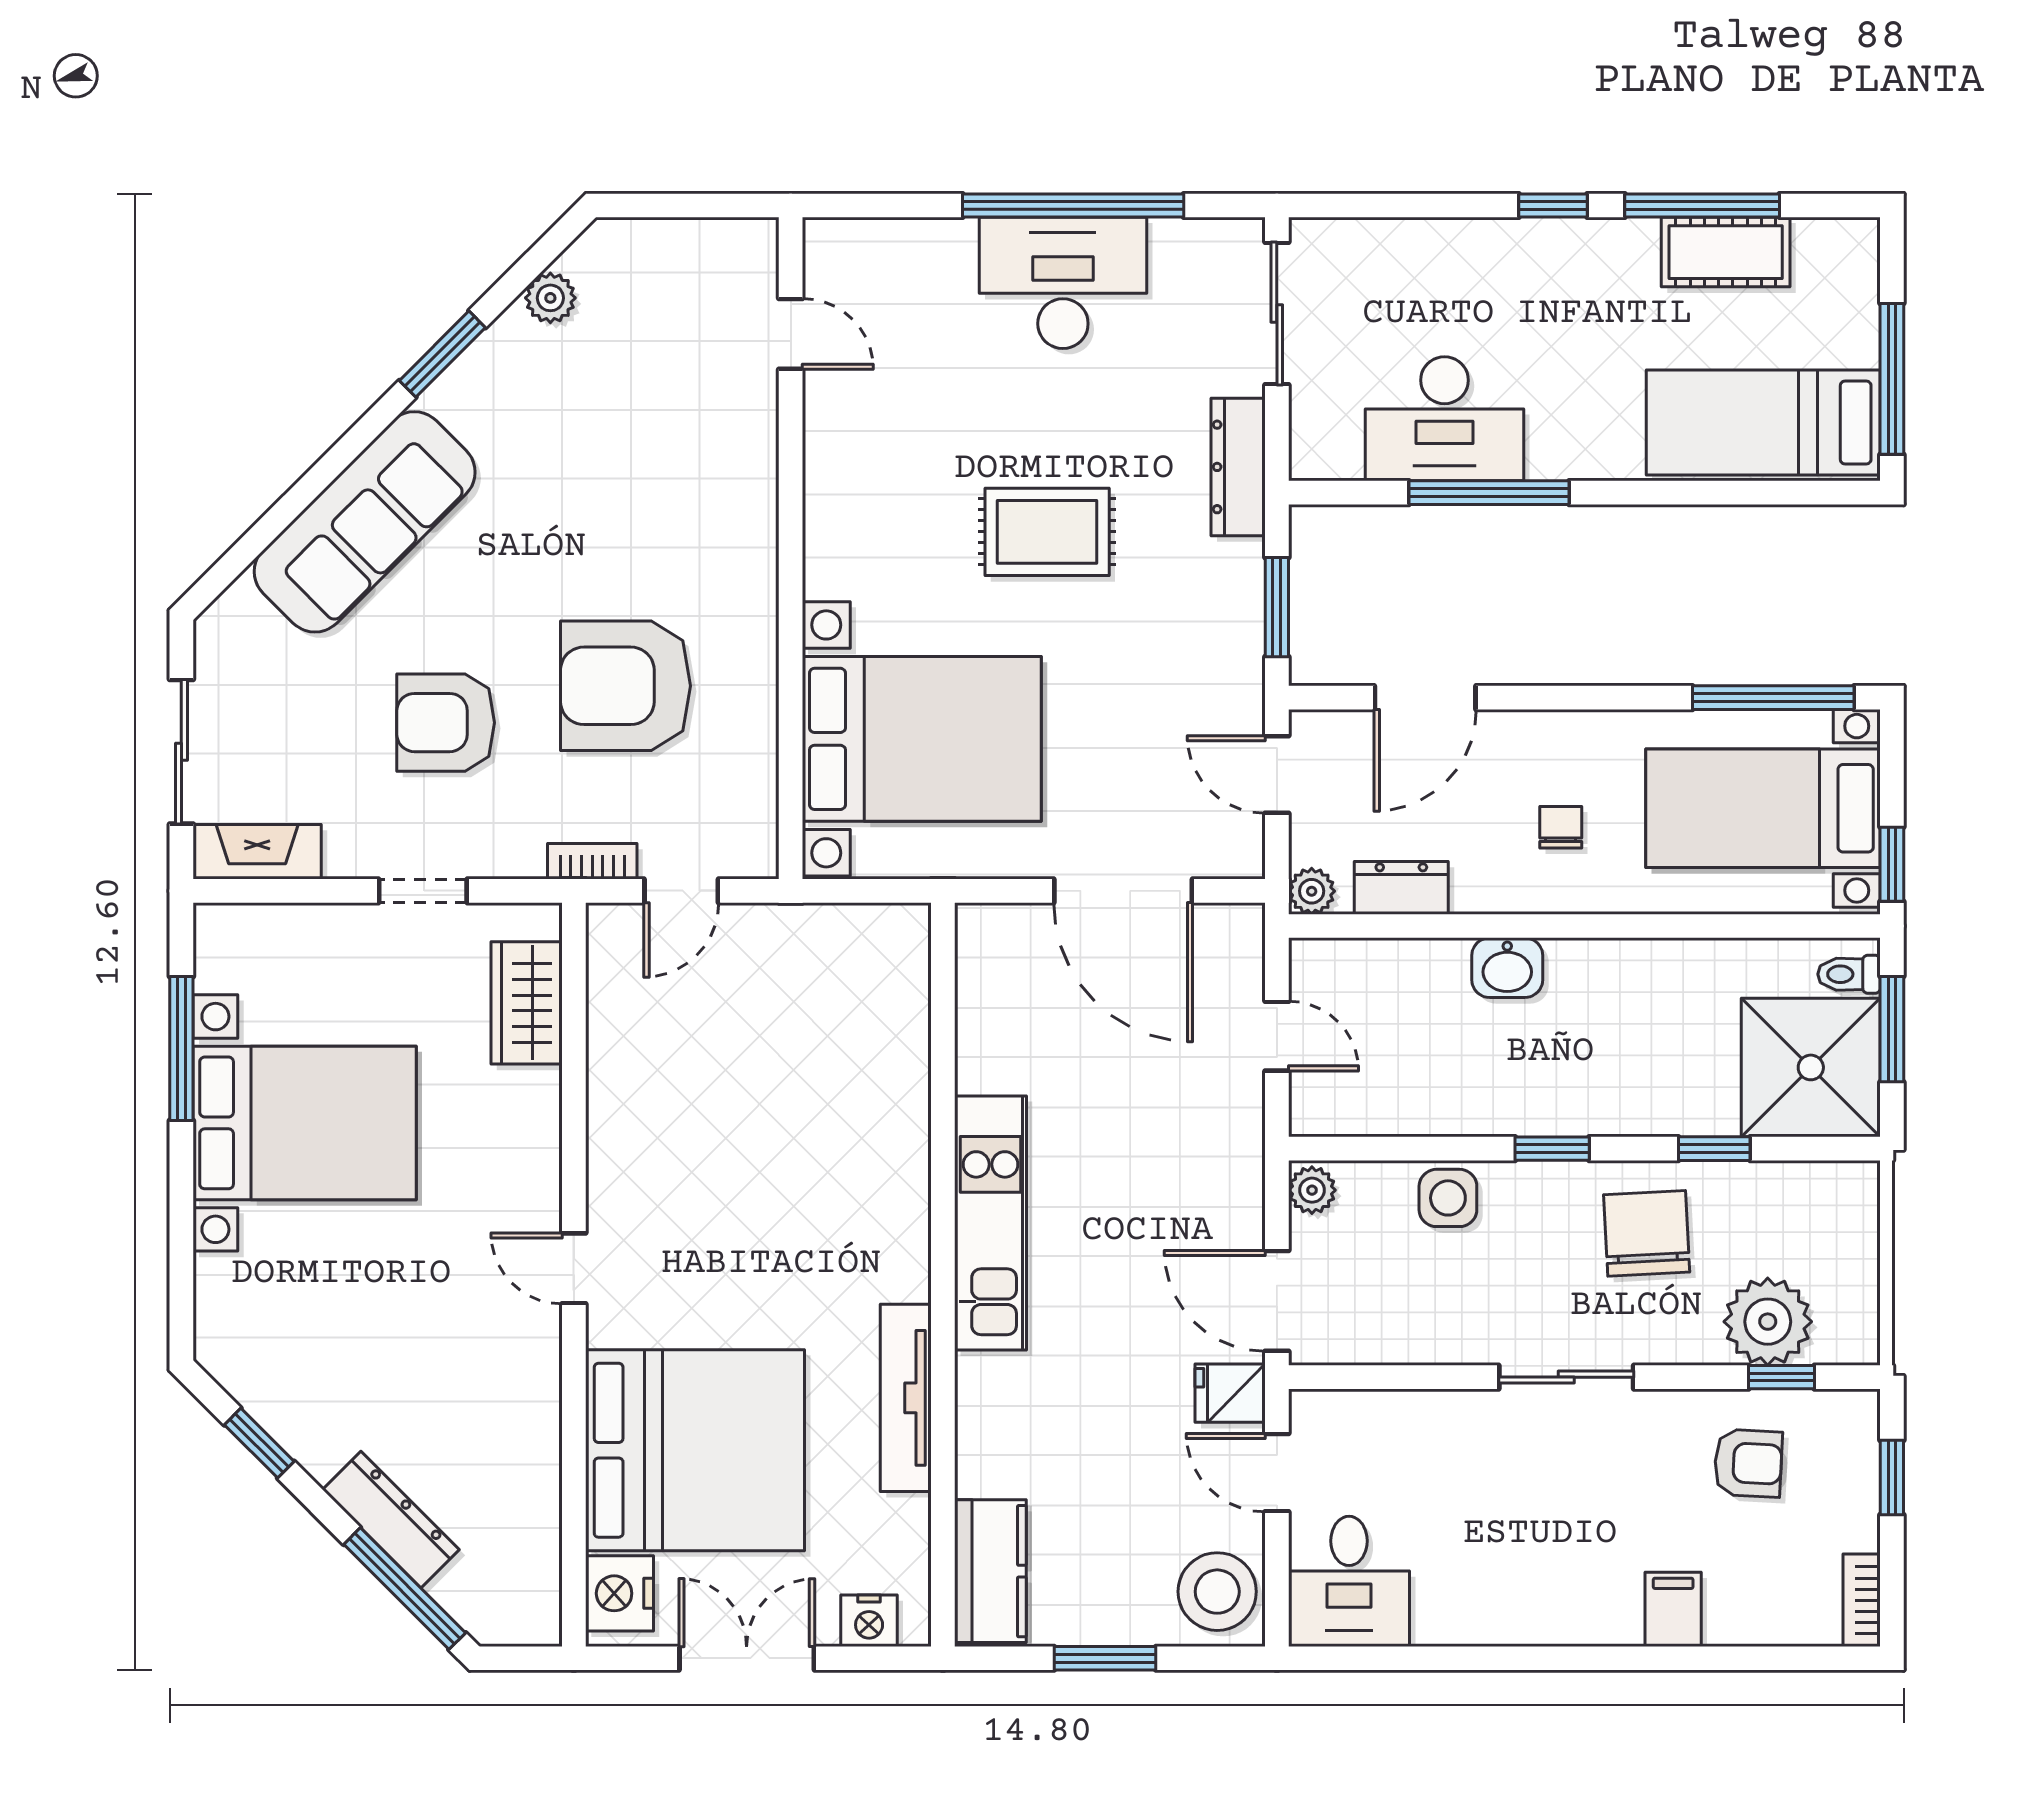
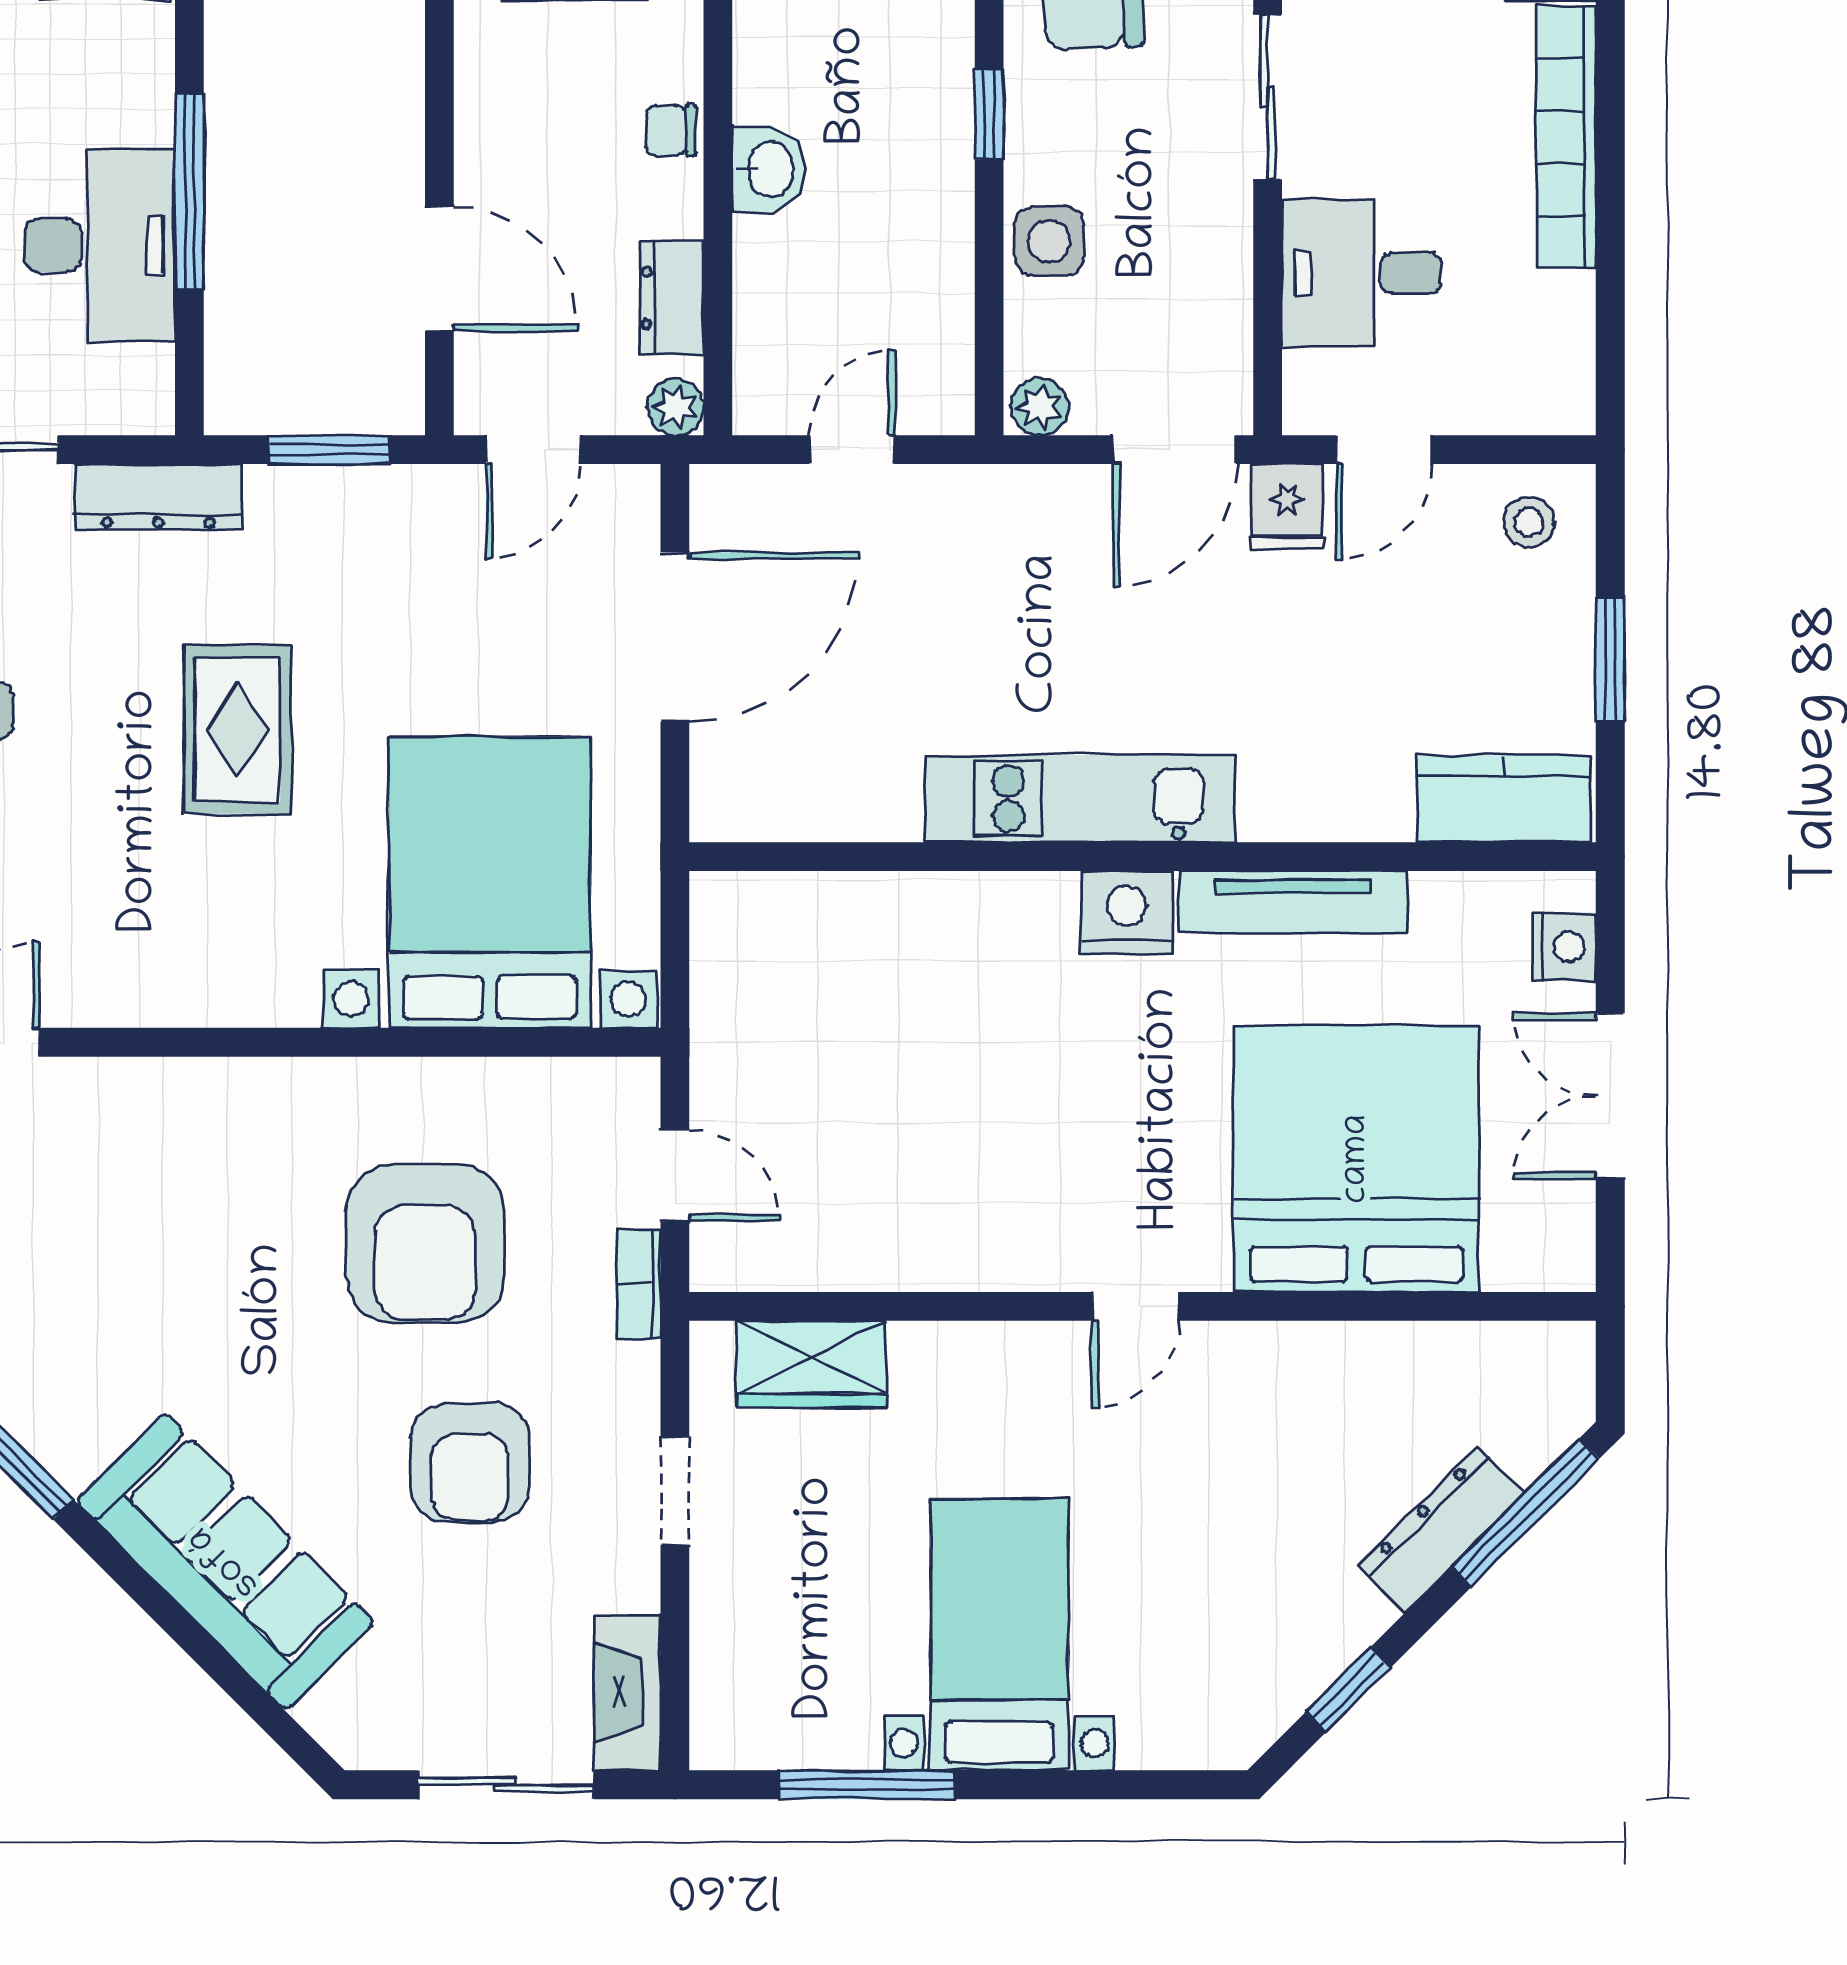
chair: (1561, 827) -> (671, 130), moved
bed with nightstands: (305, 1123) -> (999, 1635), width x0.73
desk: (1349, 1581) -> (1361, 273), moved, turned 180
stool: (1217, 1592) -> (1529, 522), width x0.53, depth x0.53
nightstand: (619, 1593) -> (1127, 912), moved, turned 180
bookcase: (1533, 1622) -> (1566, 137), added

